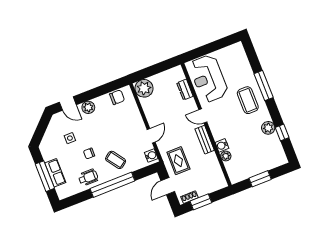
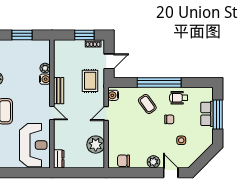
plant: (144, 88) -> (96, 145), moved
dresser: (185, 90) -> (59, 159), moved

